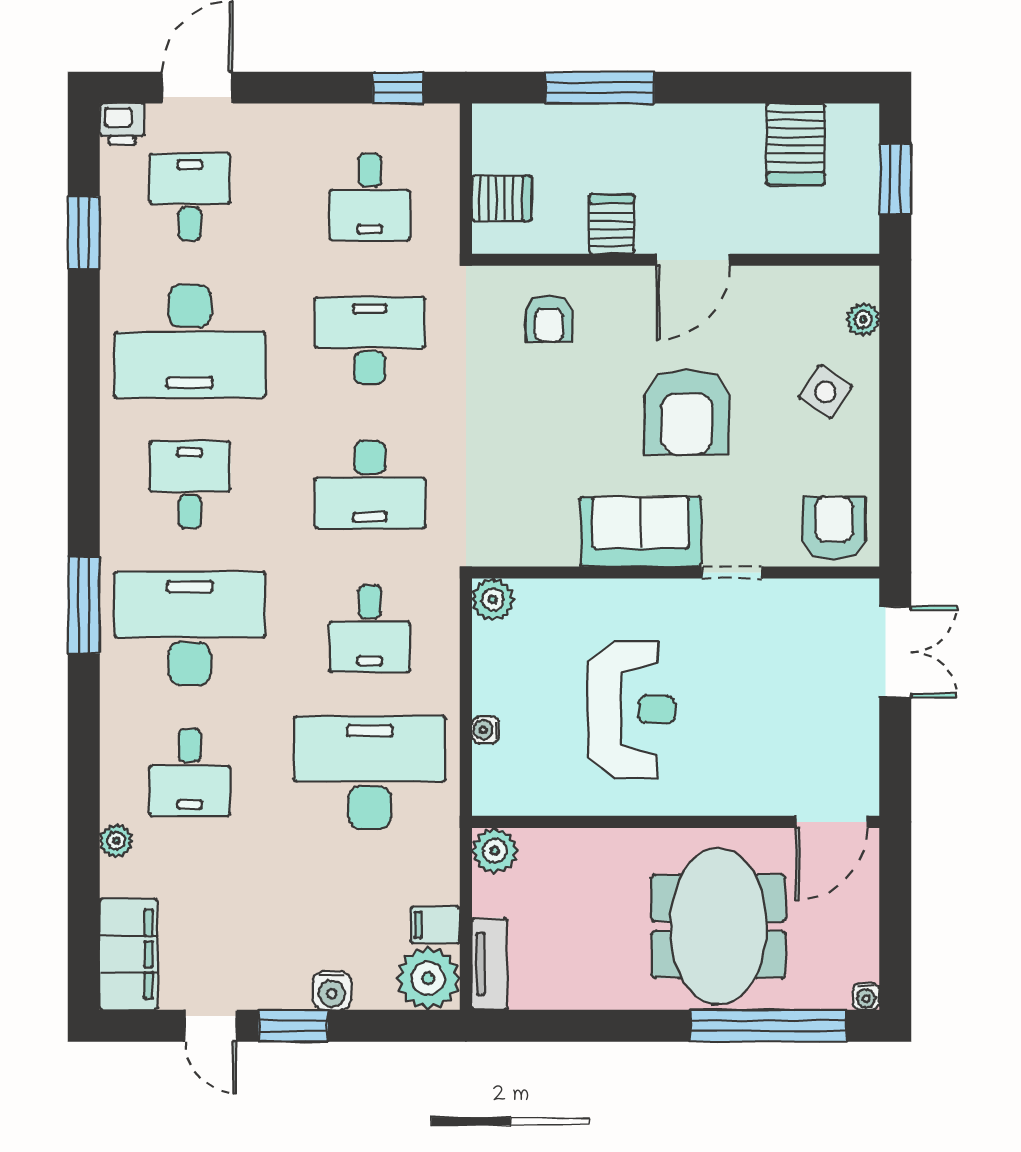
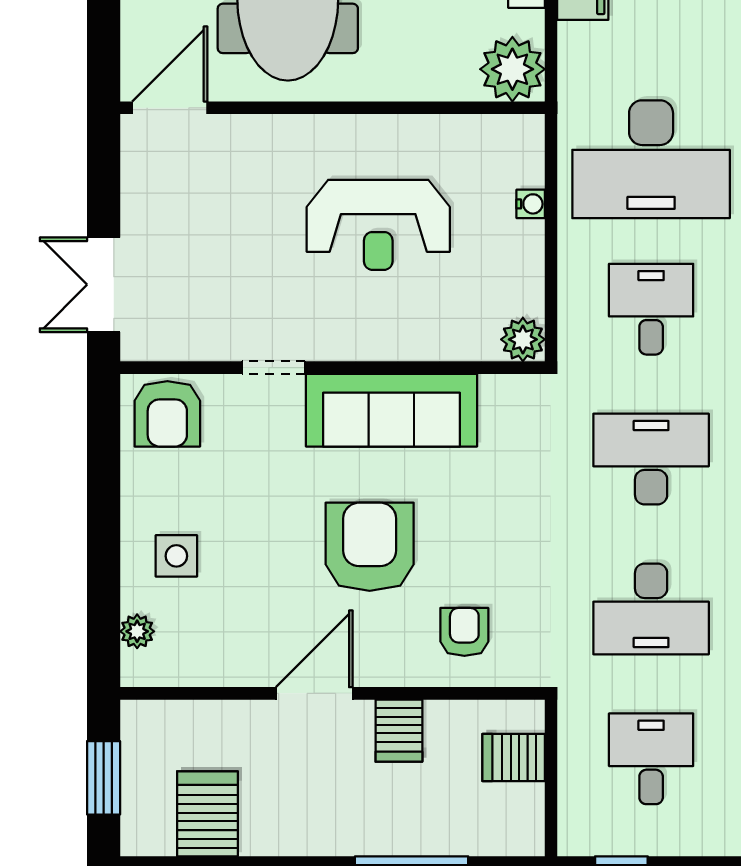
side table: (825, 392) -> (176, 556), turned -33
armchair: (687, 412) -> (370, 547), moved
sofa: (641, 532) -> (392, 410), width x1.36
reception desk: (632, 710) -> (378, 225), turned -90
plant: (495, 851) -> (512, 69), width x1.36, depth x1.36

